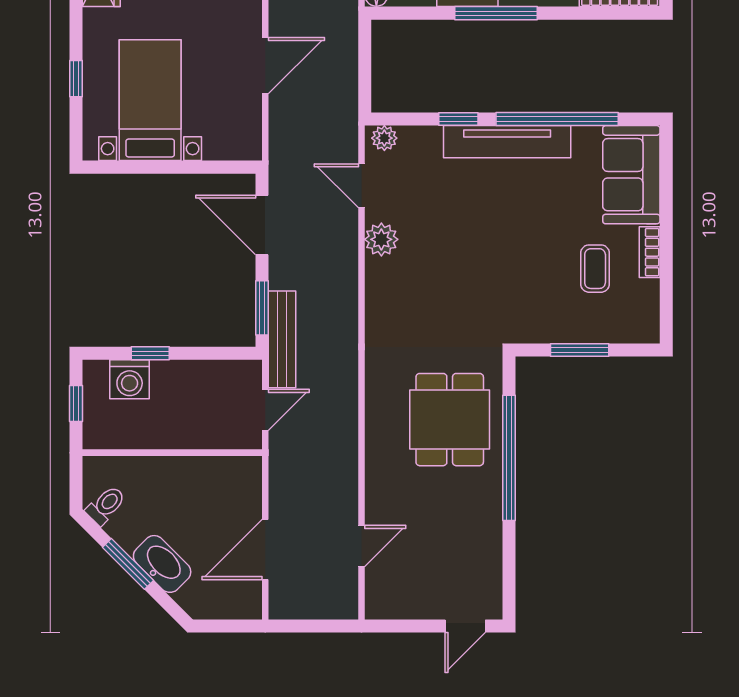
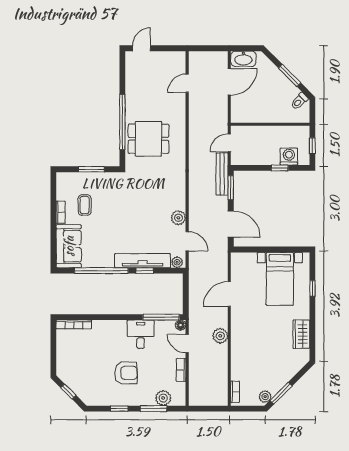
window: (496, 13) -> (161, 317), moved
tv unit: (507, 142) -> (143, 261), moved
dining table: (450, 420) -> (148, 139), turned 90
washbasin: (162, 564) -> (243, 59), moved, turned -45

